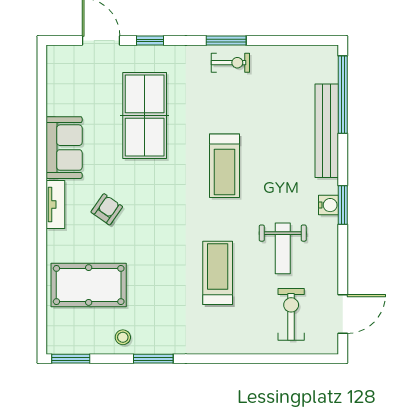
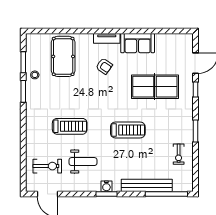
exercise bike: (230, 63) -> (179, 154), moved
treadmill: (225, 166) -> (128, 130), turned 180
weight bench: (283, 248) -> (83, 162), turned 180
window: (71, 359) -> (23, 62), moved

